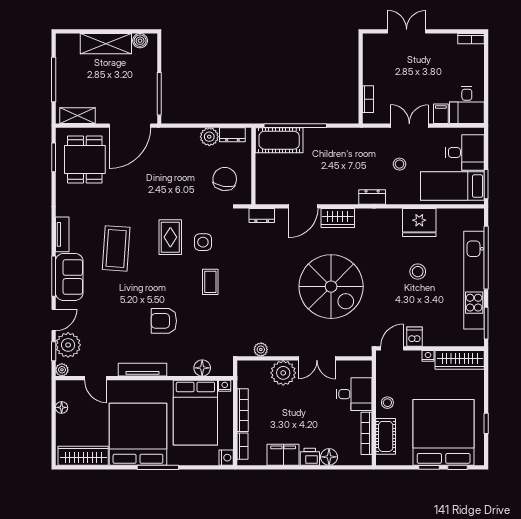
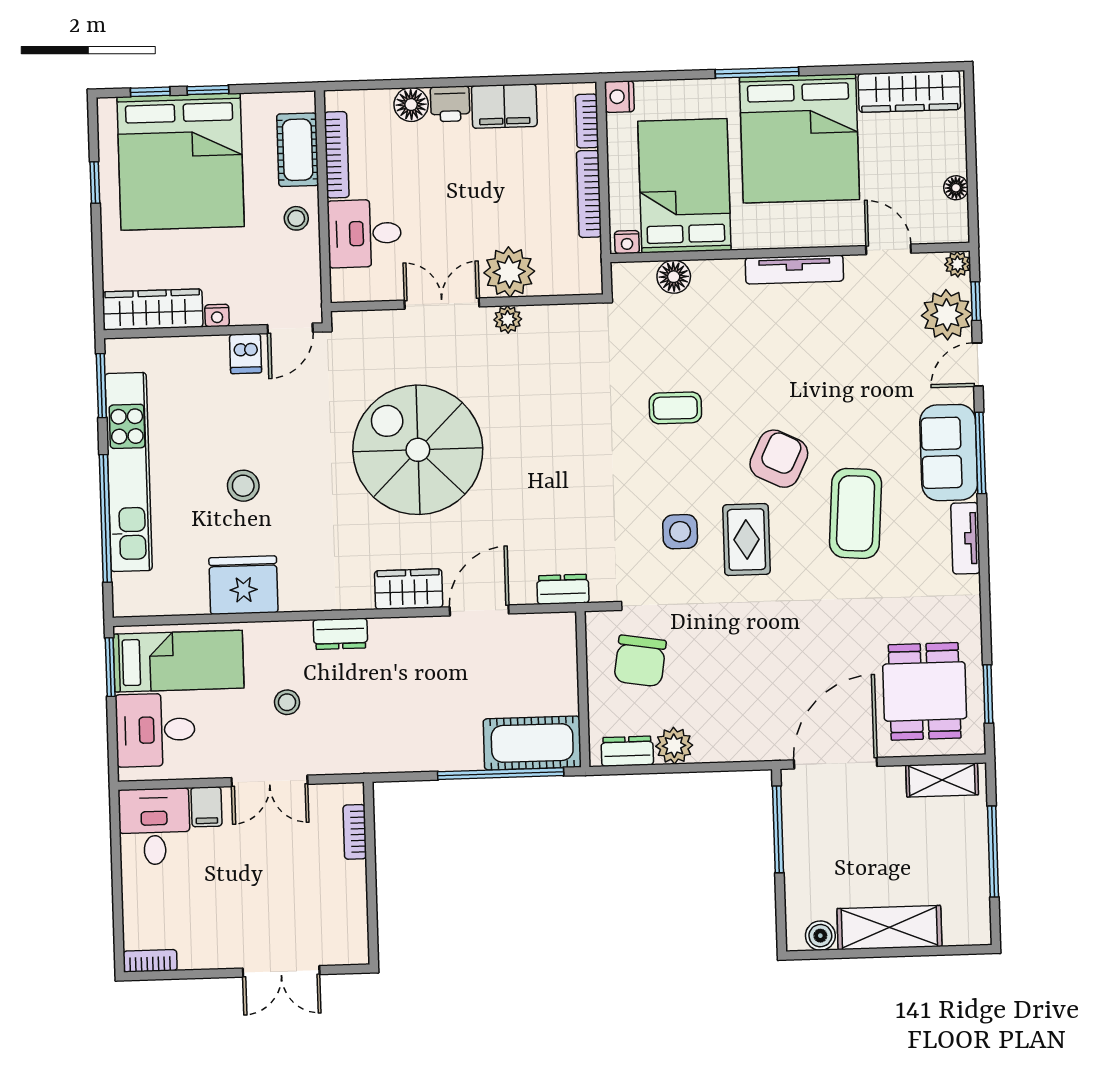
coffee table: (210, 282) -> (675, 408), moved, turned 90
armchair: (164, 321) -> (779, 459), moved, turned -64
plant: (261, 349) -> (508, 319), moved

